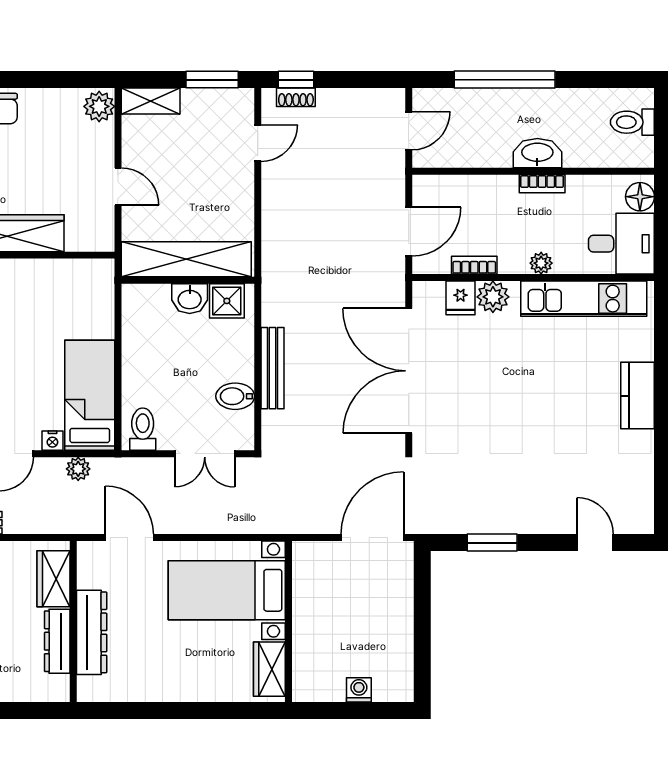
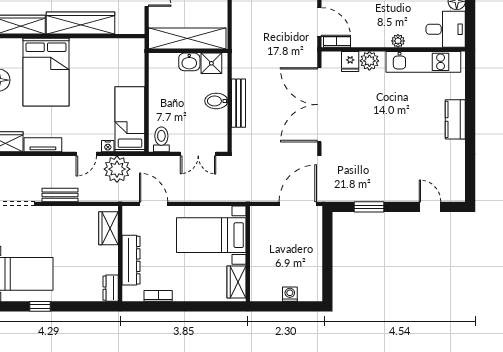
door: (409, 232) -> (319, 22), hinge flipped
bookcase: (474, 265) -> (337, 42), moved
bidet: (235, 396) -> (216, 101), moved
plant: (78, 469) -> (117, 169), width x1.87, depth x1.87
dresser: (57, 641) -> (111, 288), moved, width x0.70
bookcase: (137, 693) -> (158, 296), added

